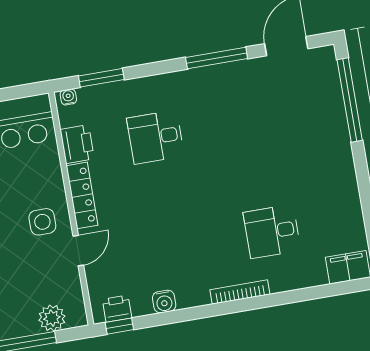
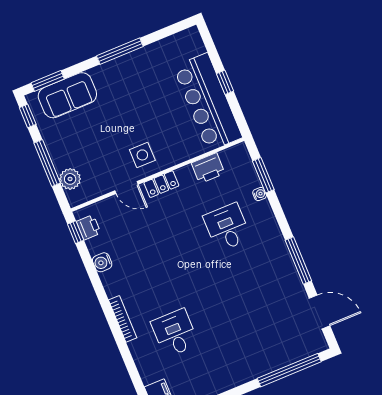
water cooler: (68, 97) -> (260, 194), moved
locker: (82, 195) -> (161, 184), width x0.66

